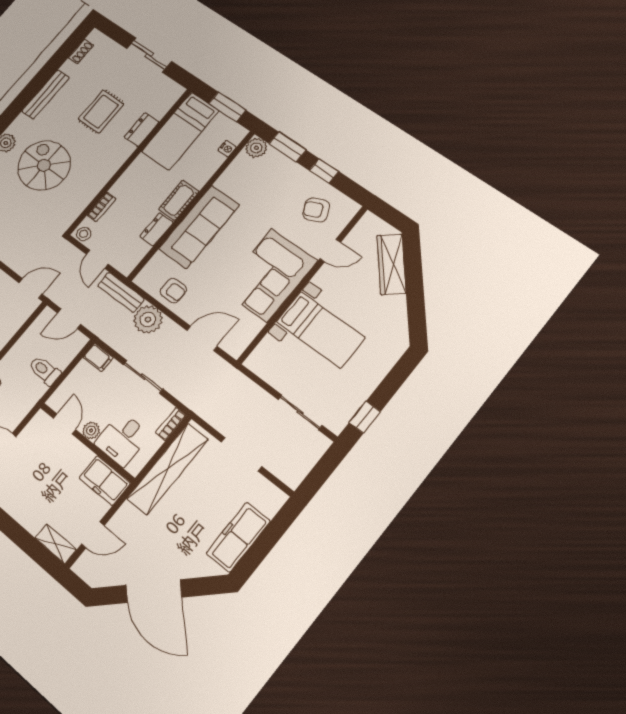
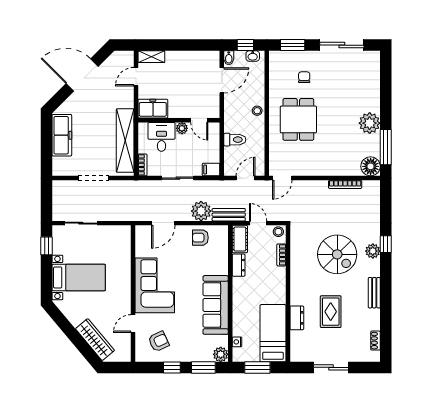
bench: (46, 94) -> (374, 293), width x0.73
cot: (179, 200) -> (240, 239), moved
sofa: (199, 227) -> (216, 305), moved
bed with nightstands: (320, 330) -> (79, 277), moved, turned 180

